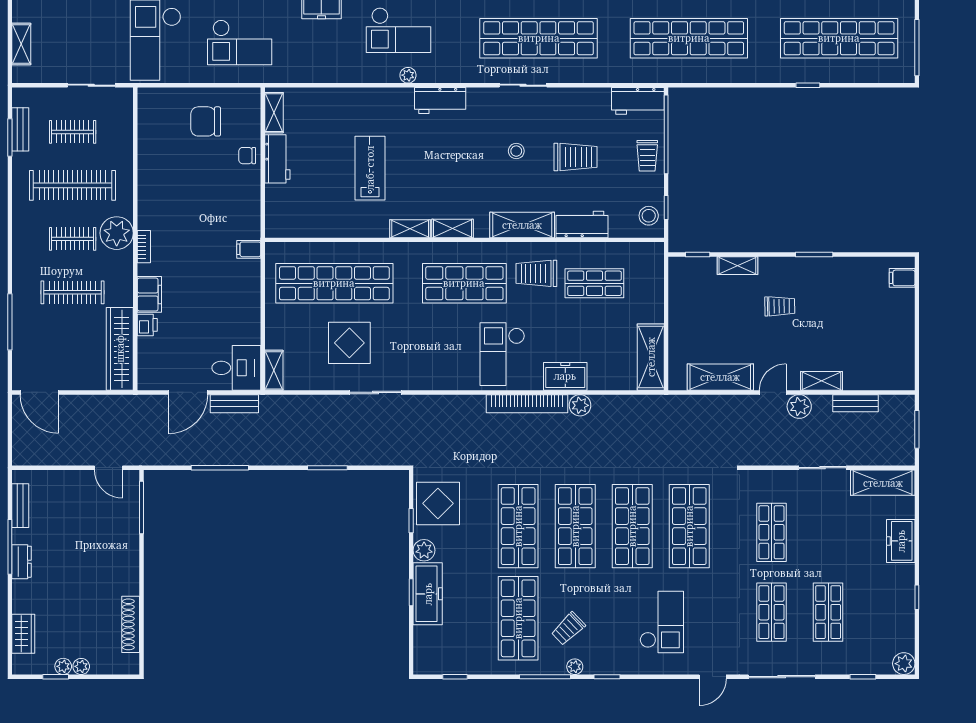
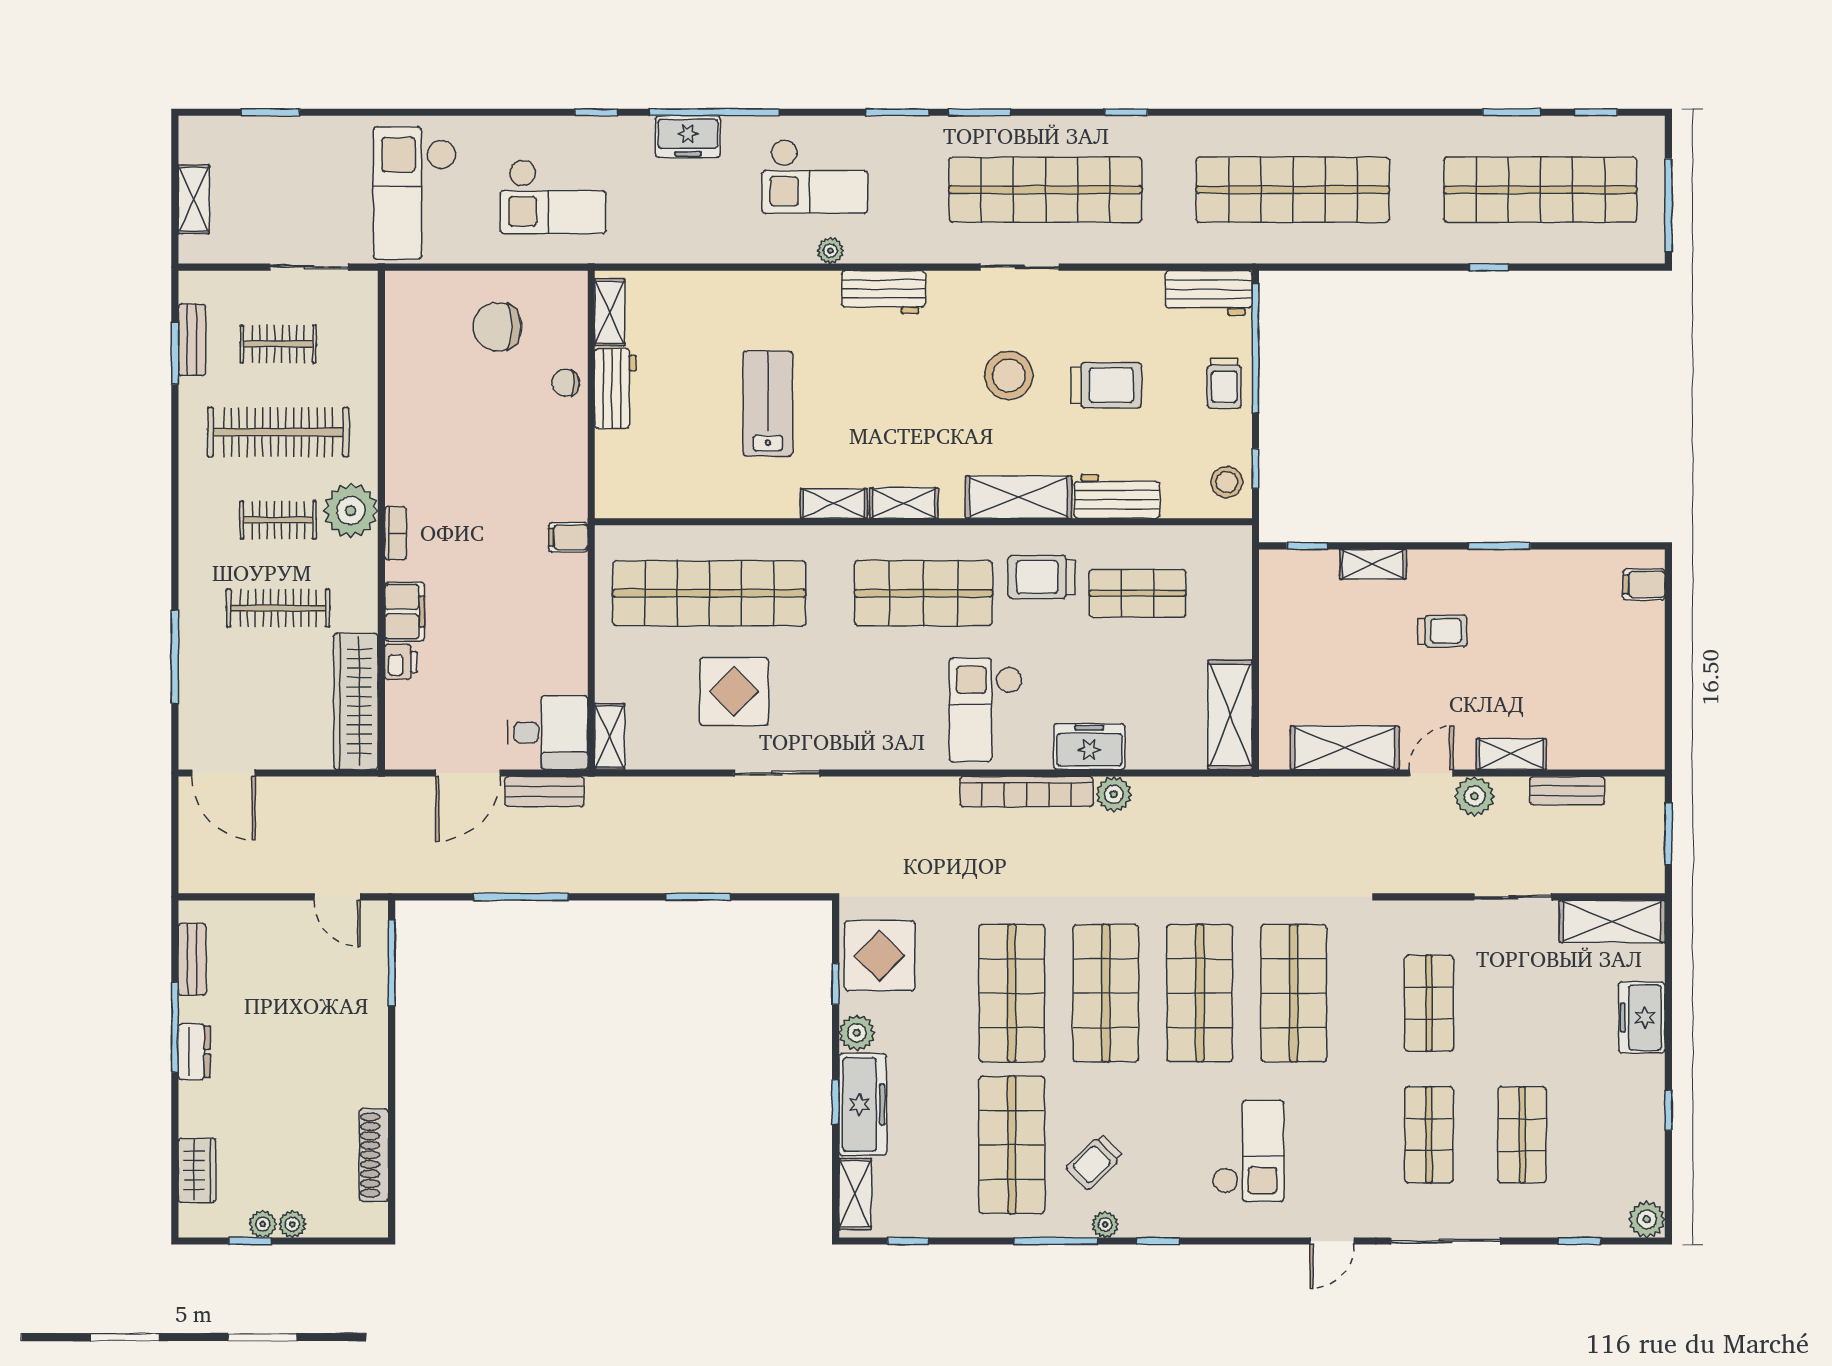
stool: (516, 151) -> (1009, 375), width x1.89, depth x1.89
shelving: (423, 648) -> (855, 1194), added

